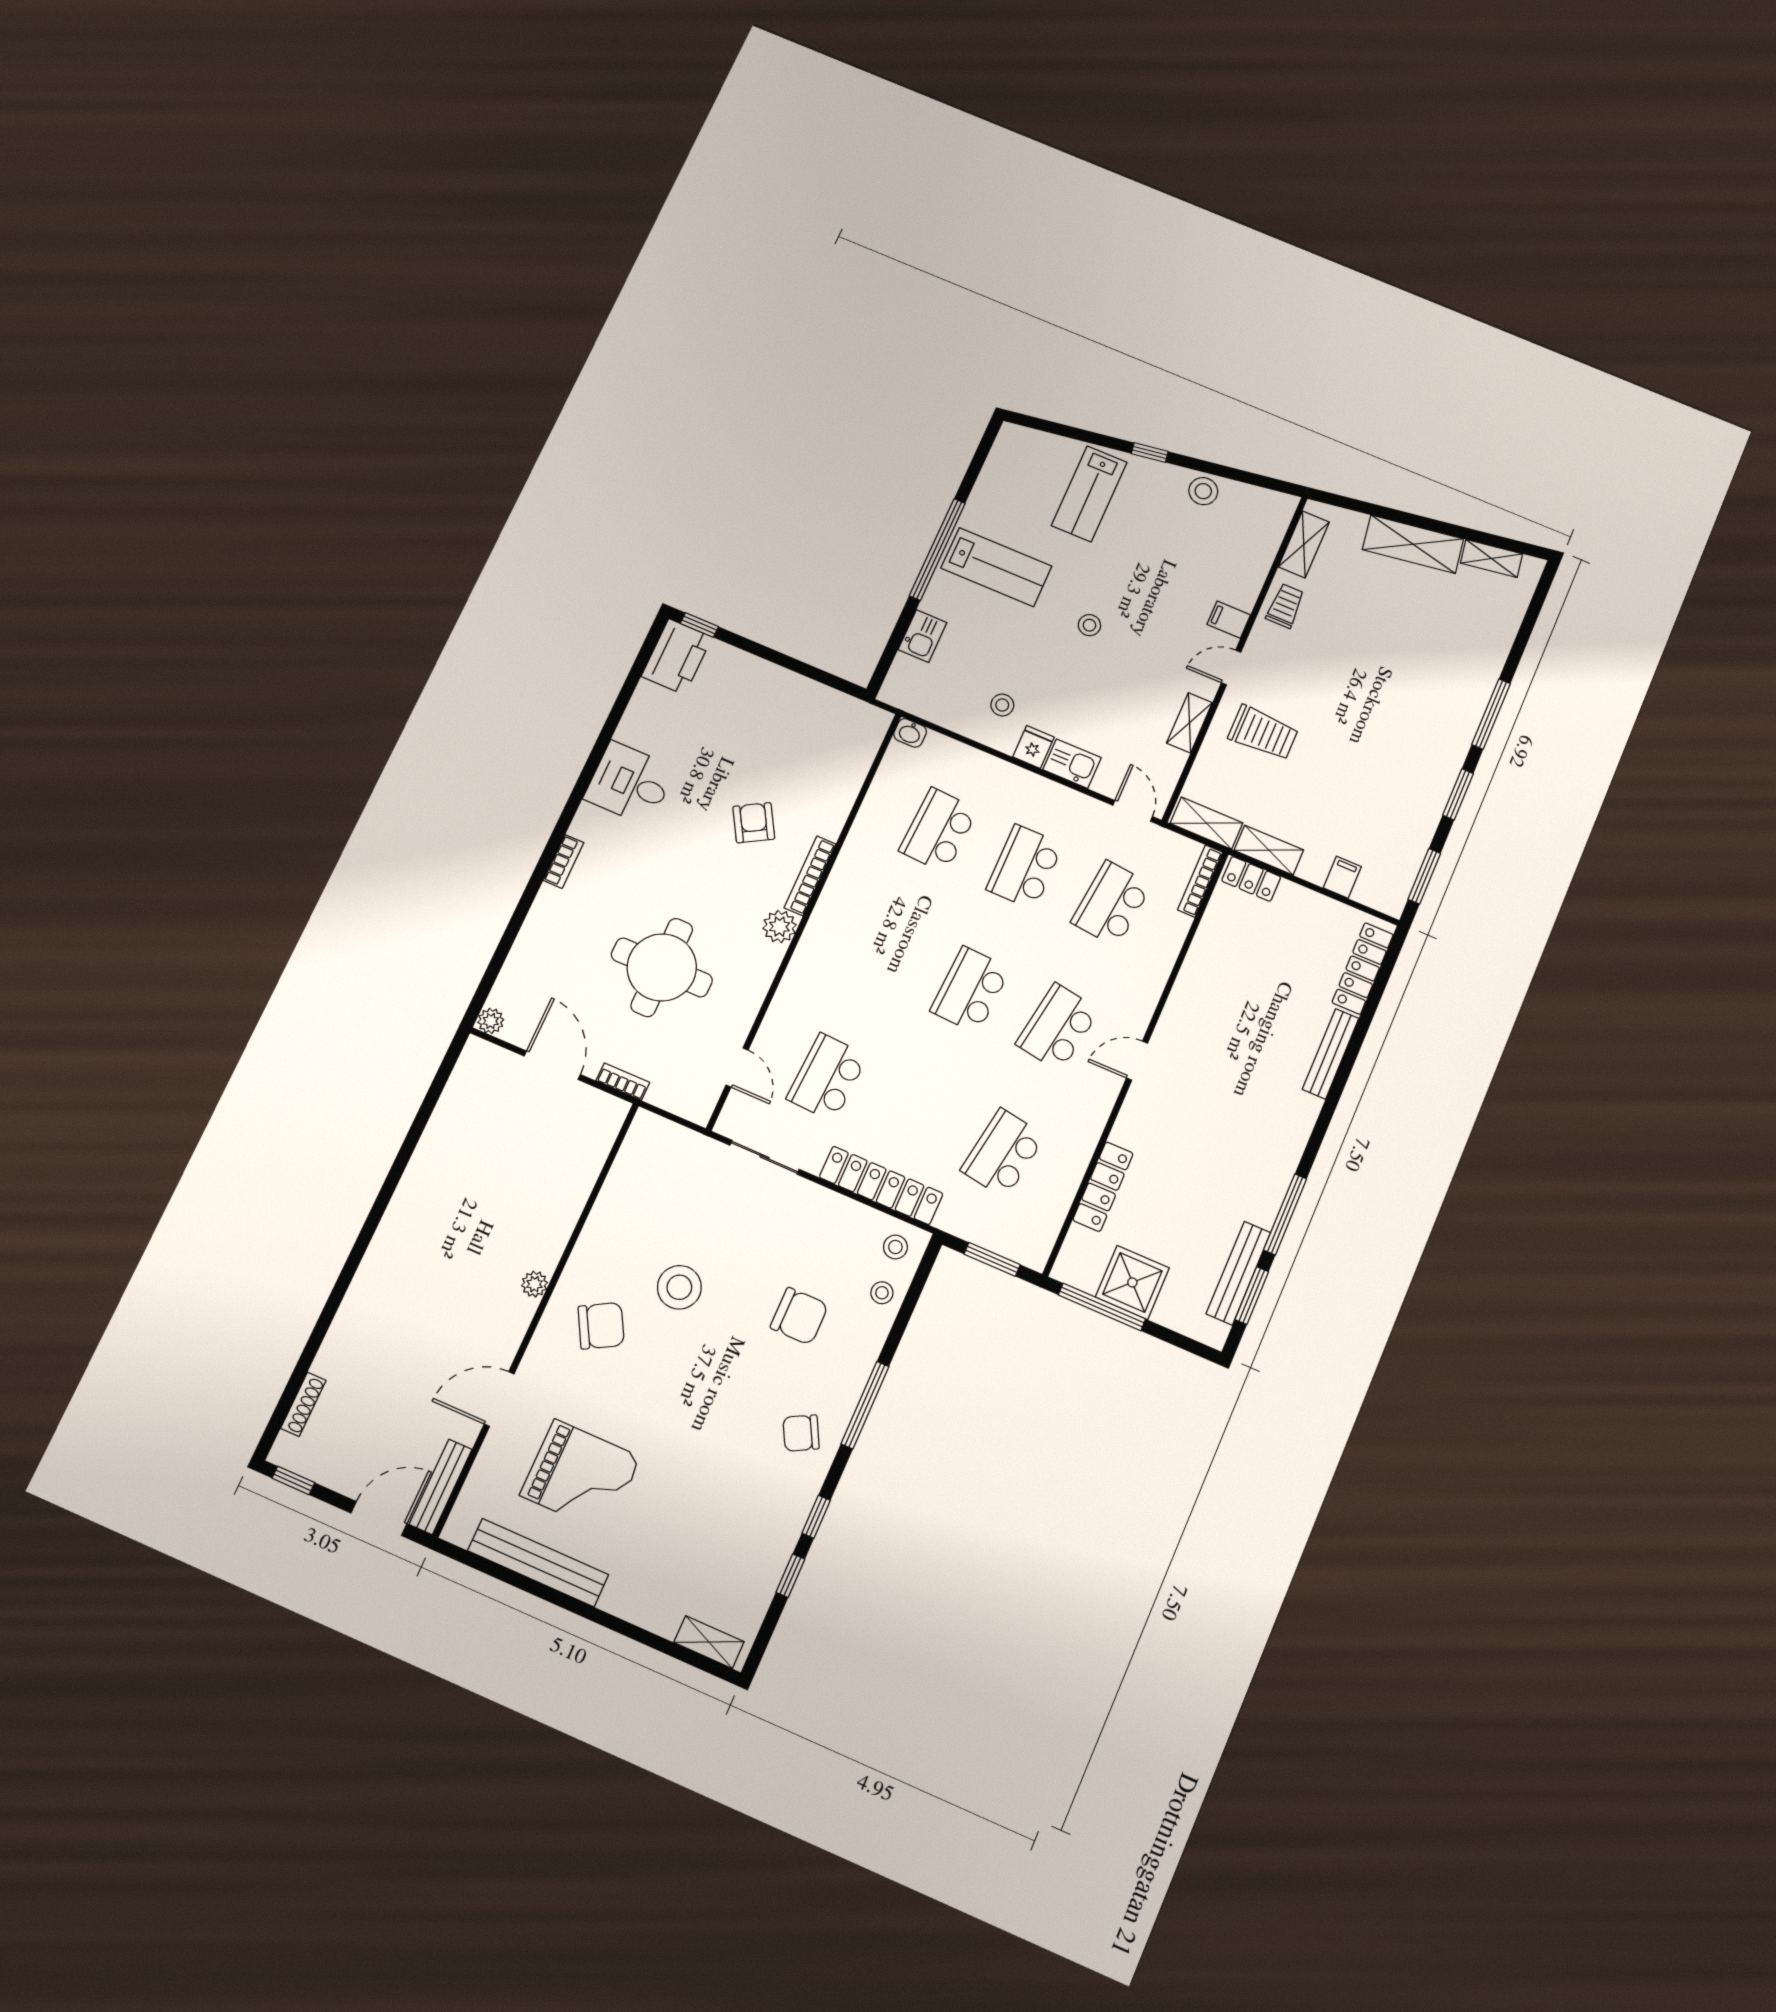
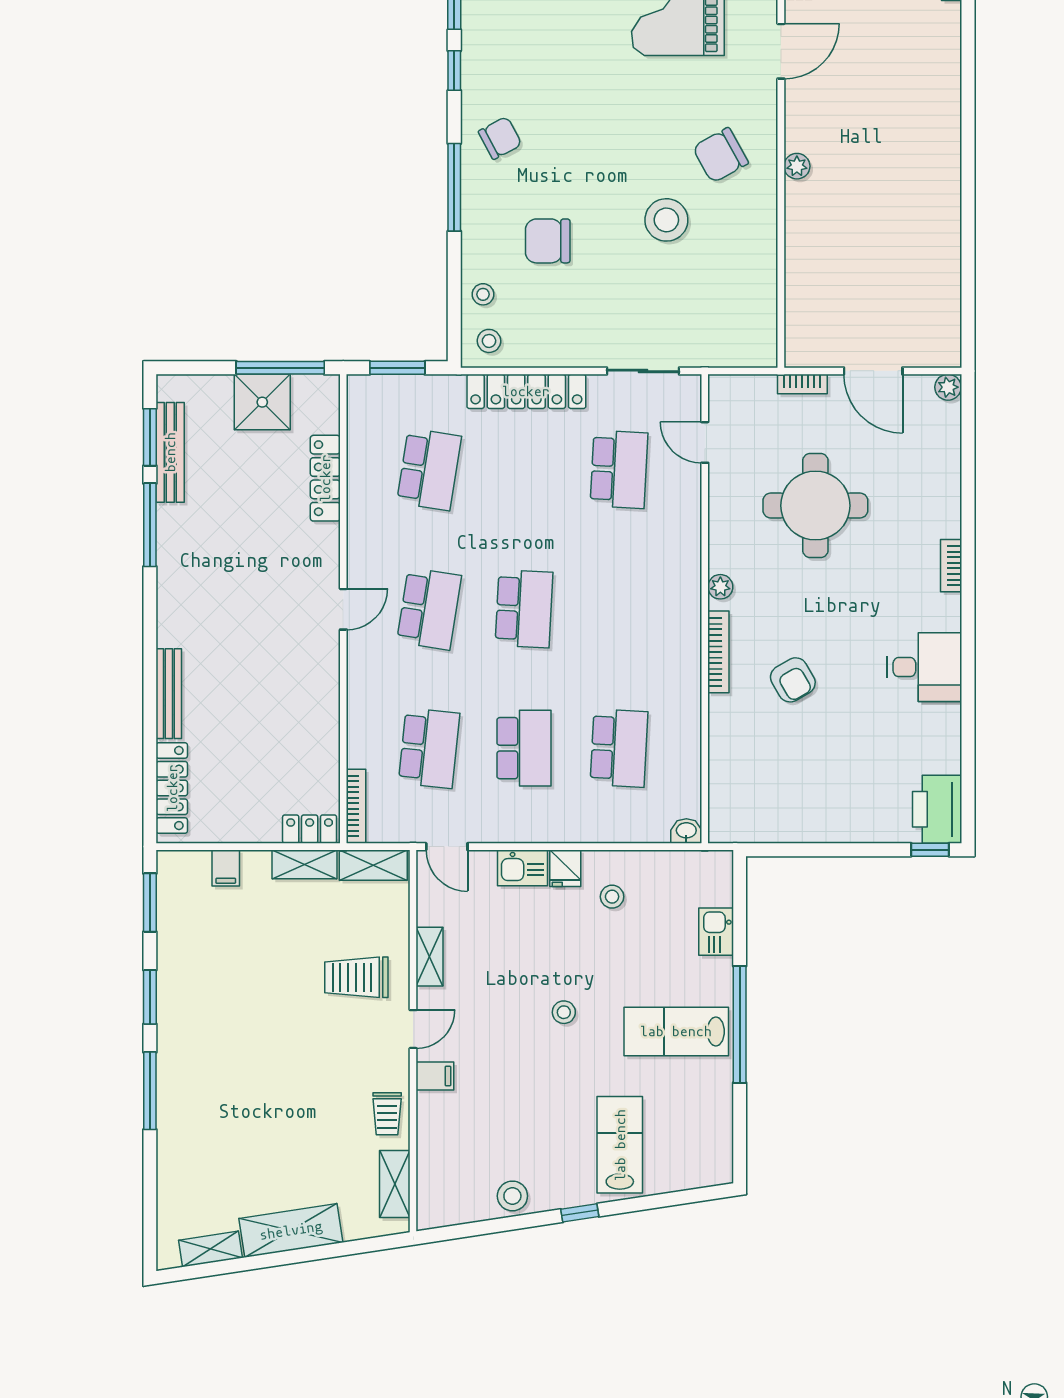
plant: (780, 927) -> (720, 587), width x0.73, depth x0.73

